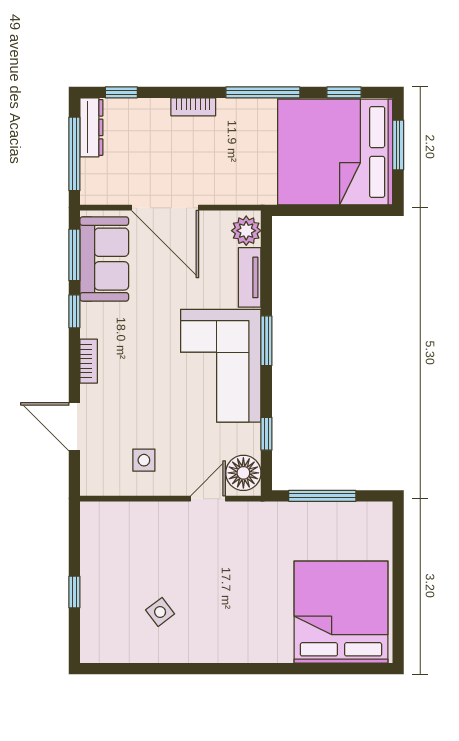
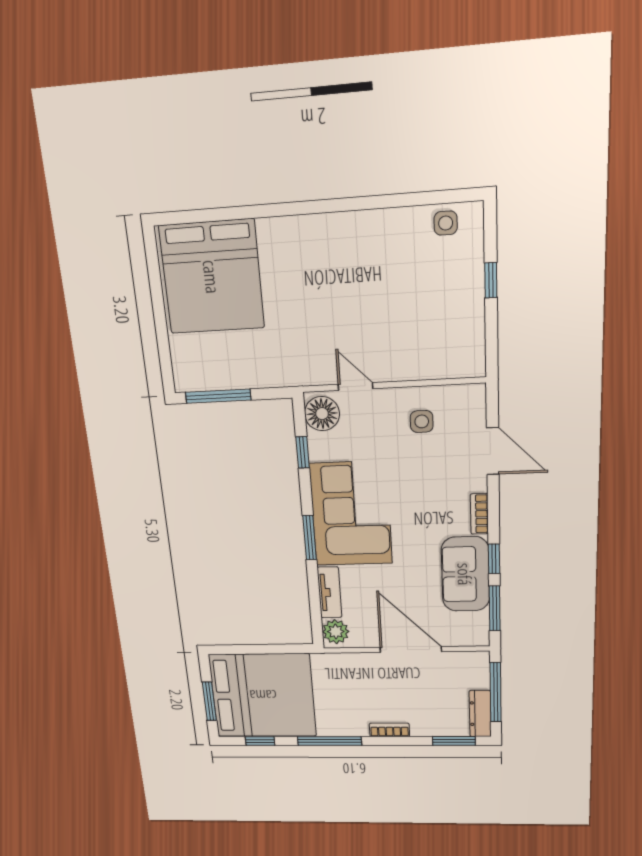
window: (121, 92) -> (454, 741), width x1.50
sofa: (104, 259) -> (465, 574), moved
window: (322, 496) -> (218, 396), moved
door: (208, 499) -> (355, 386), swing flipped
side table: (160, 612) -> (446, 223), moved, turned 37

